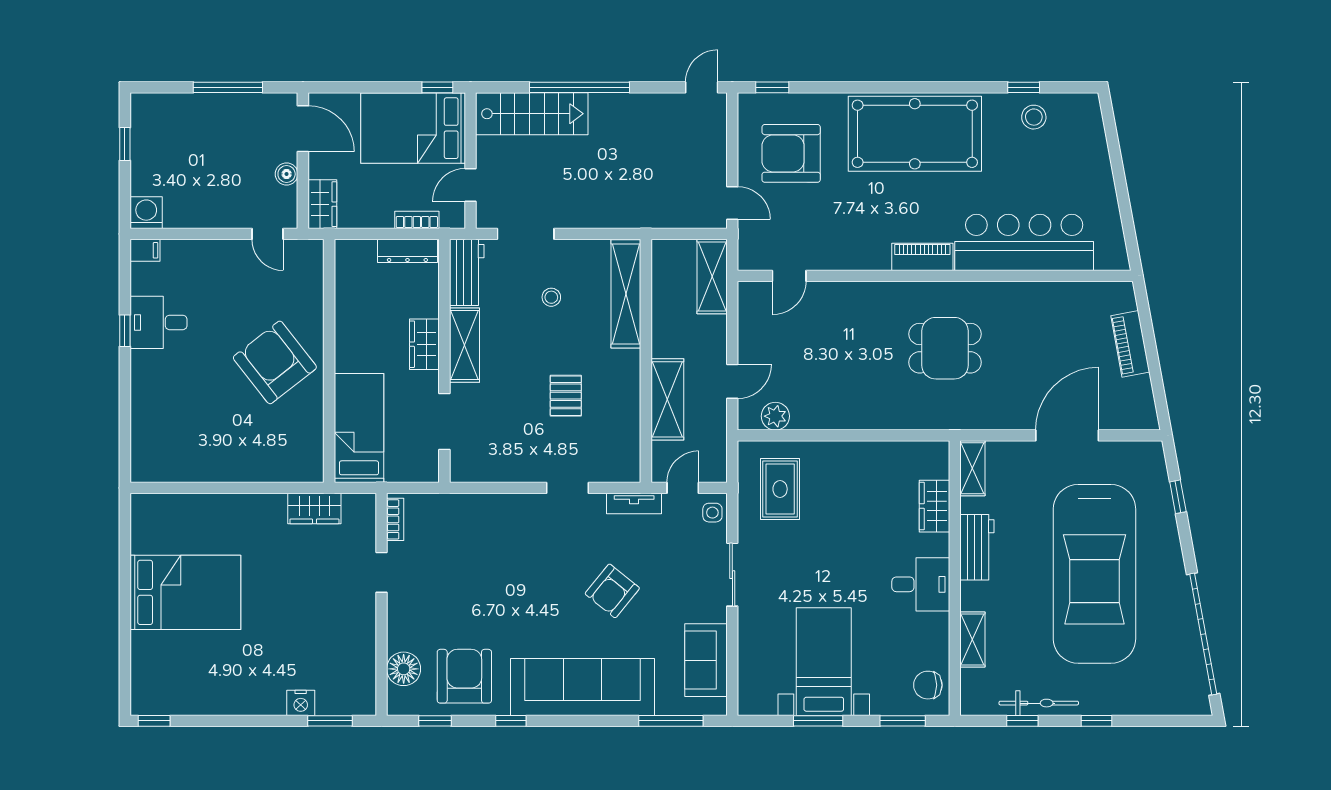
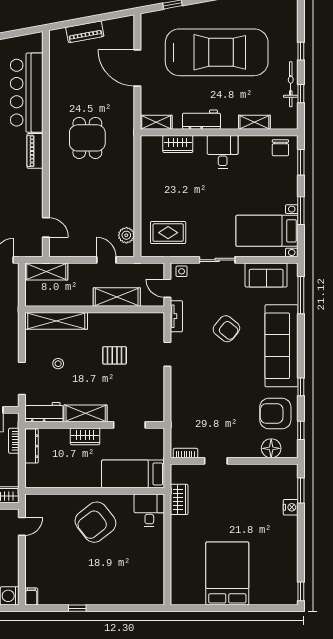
desk: (159, 322) -> (149, 510), moved, turned 180
bed with nightstands: (824, 662) -> (267, 231), moved

